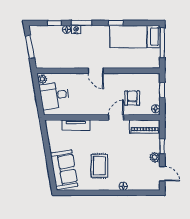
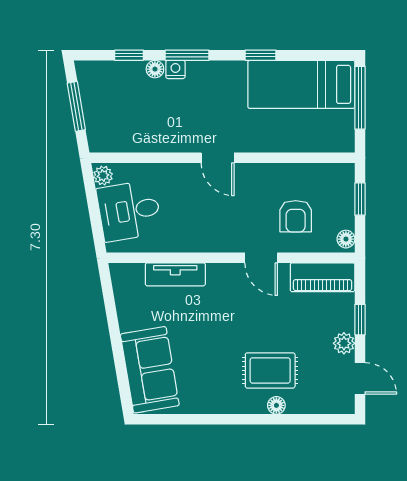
armchair: (132, 98) -> (296, 216), turned 180
door: (116, 117) -> (261, 258), swing flipped
rug: (99, 166) -> (270, 370), moved, turned 90

